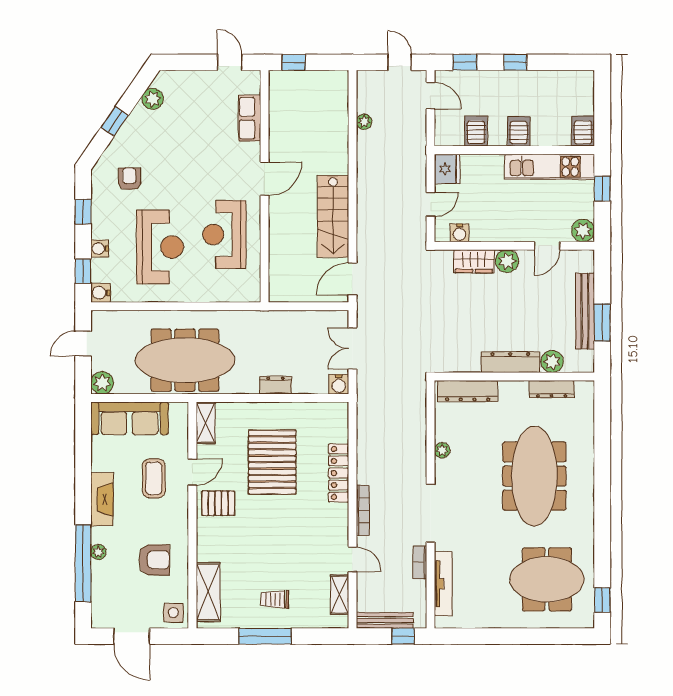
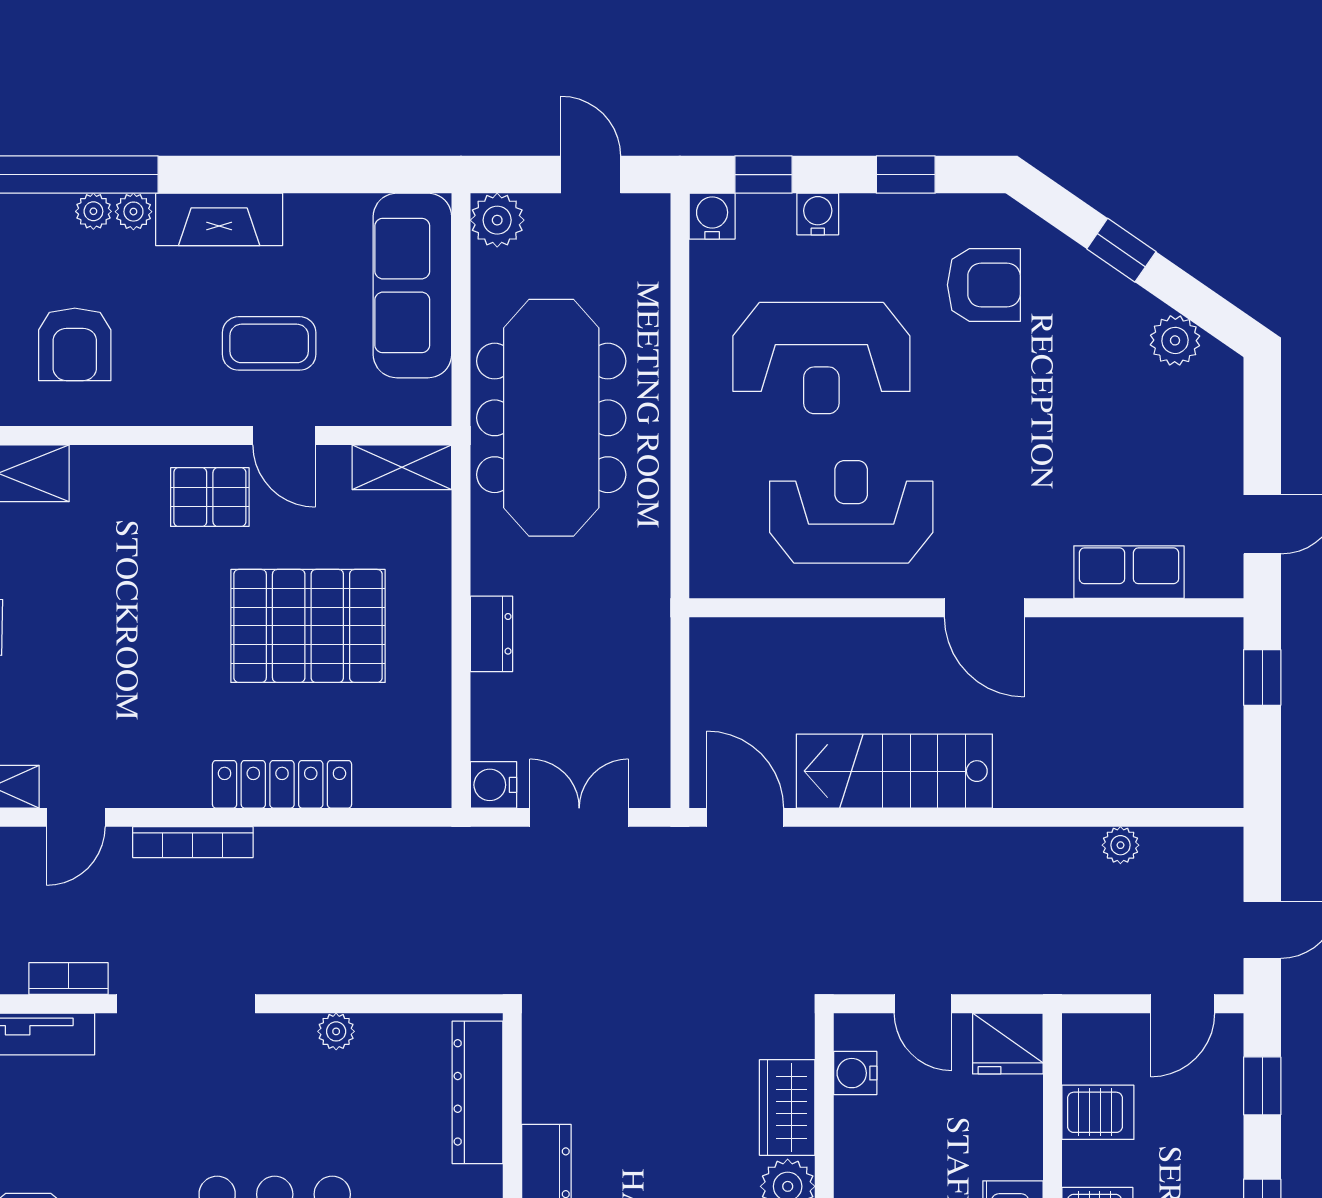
armchair: (129, 179) -> (984, 285), width x1.38, depth x1.38
pallet: (218, 503) -> (210, 497), turned 90
plant: (99, 535) -> (133, 212), added

